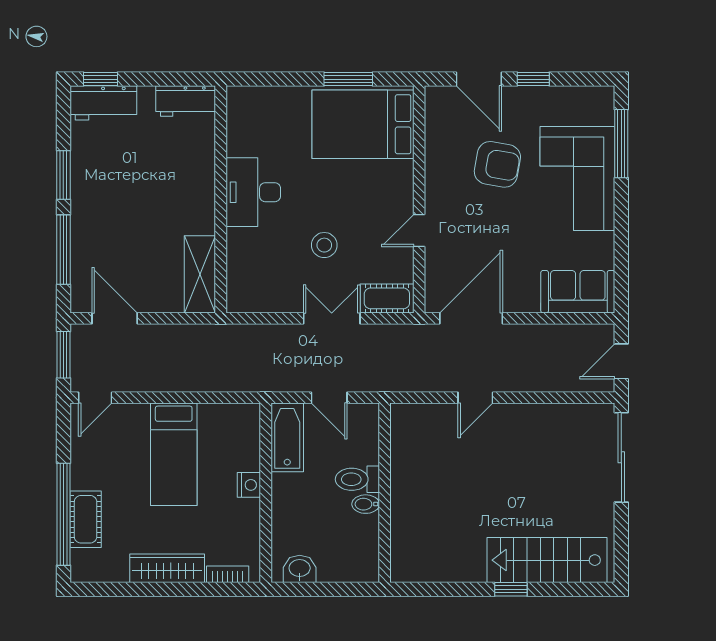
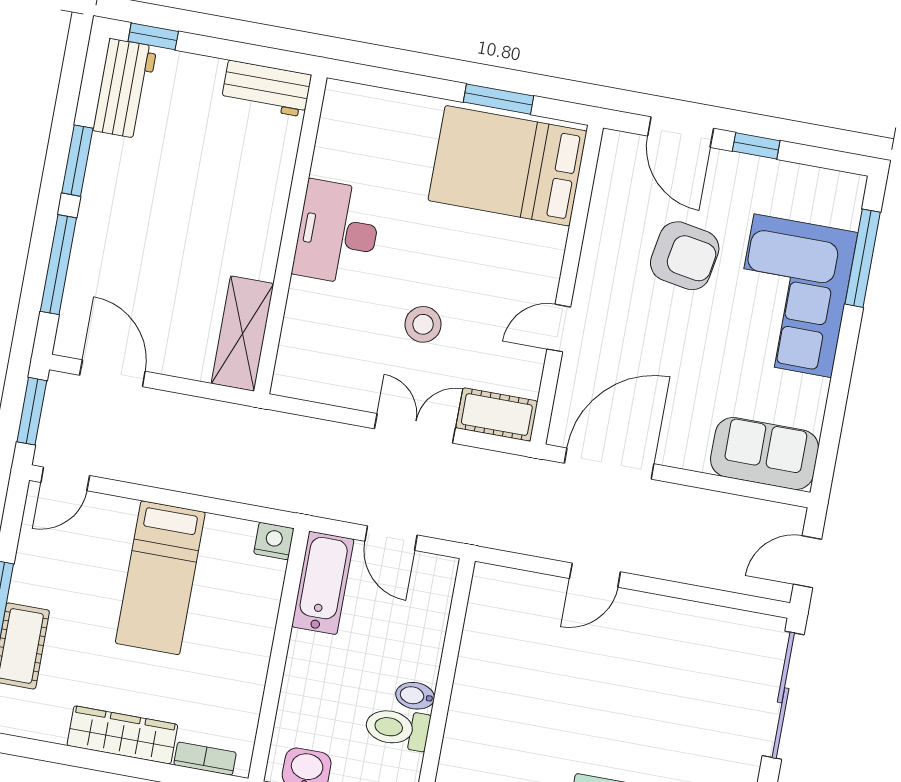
workbench: (103, 103) -> (125, 89), moved, turned -90
toilet: (357, 479) -> (397, 728), moved
nightstand: (249, 485) -> (274, 541), moved, turned -90

